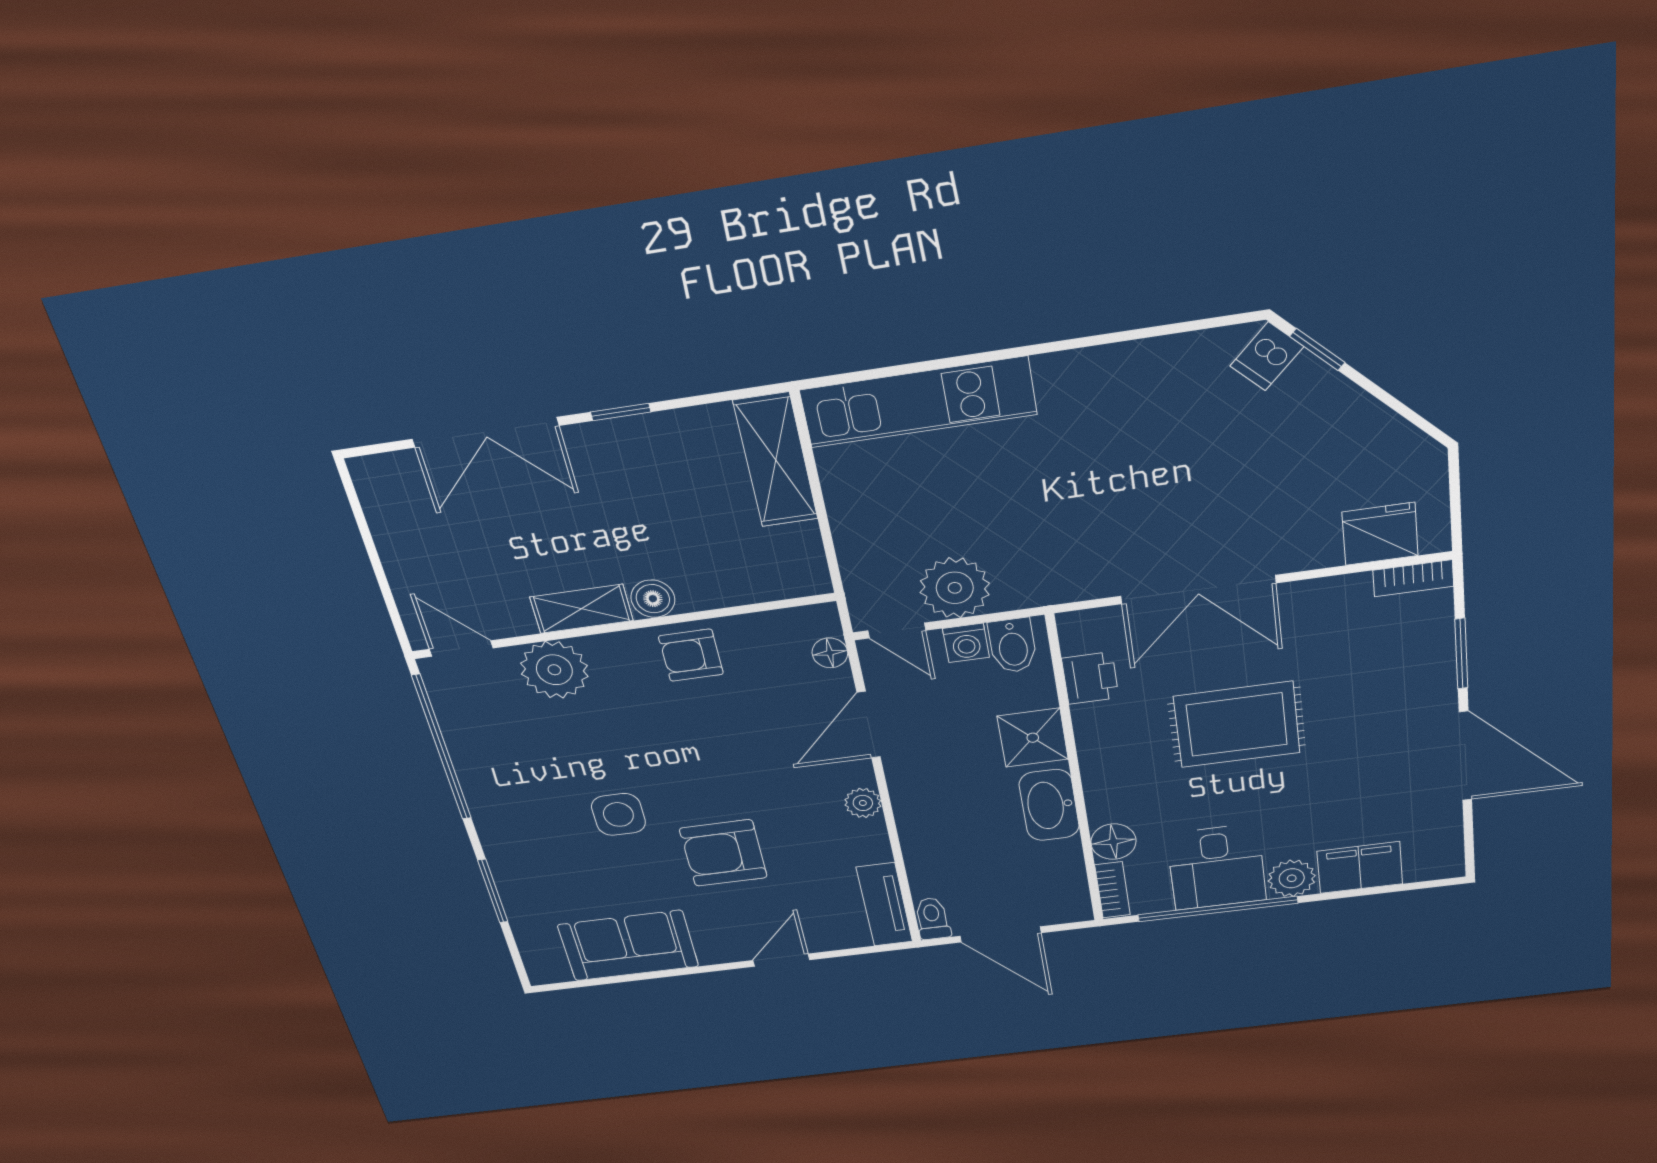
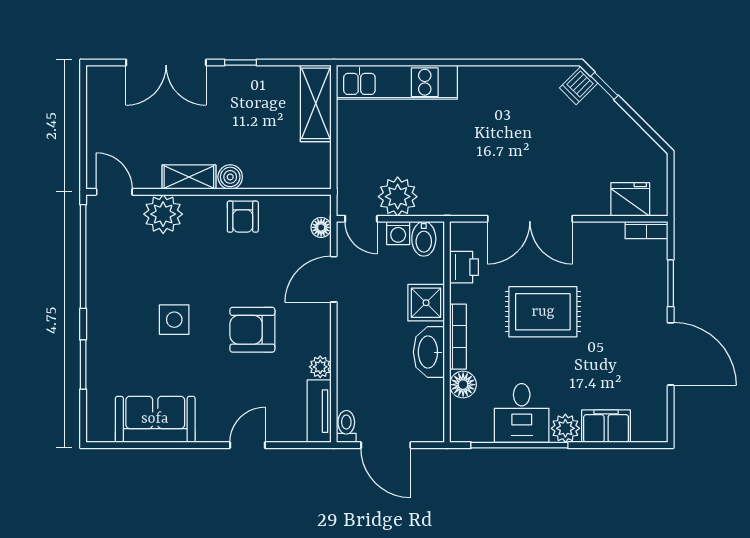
armchair: (691, 655) -> (243, 217), turned -90
plant: (863, 803) -> (320, 367), moved
armchair: (723, 853) -> (252, 330), moved
bookcase: (1112, 890) -> (458, 337), moved, width x1.56

